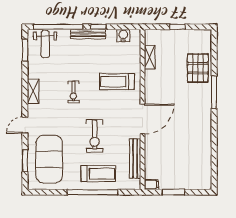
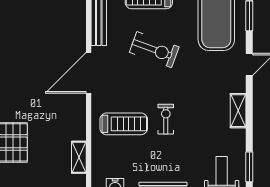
exercise bike: (73, 92) -> (166, 119), moved
exercise bike: (95, 136) -> (154, 50), turned 110

